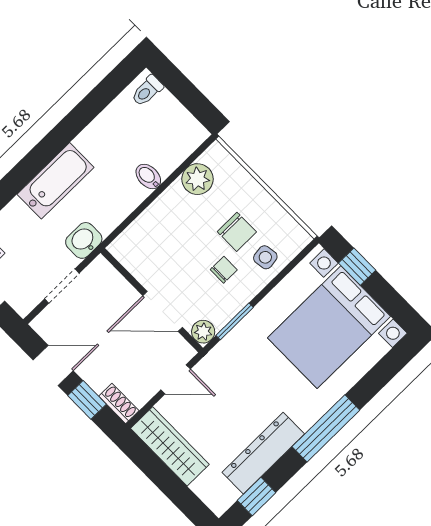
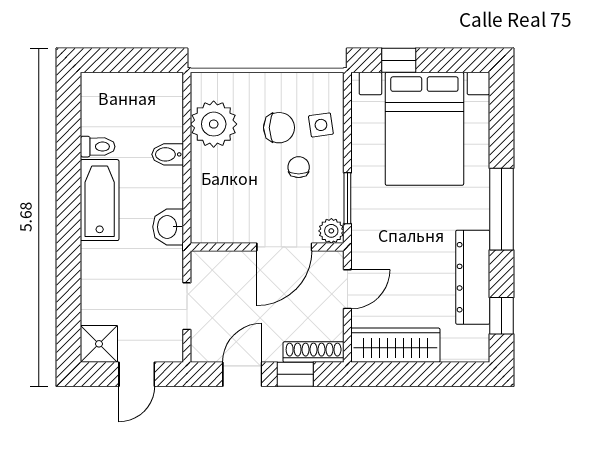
toilet: (147, 91) -> (98, 147), moved, turned -90
plant: (198, 179) -> (214, 124), width x1.36, depth x1.36
bathtub: (55, 181) -> (100, 200), moved
washbasin: (84, 240) -> (168, 227), moved
shoe rack: (119, 403) -> (314, 352), width x1.43

